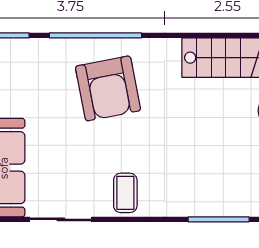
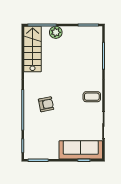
armchair: (108, 88) -> (46, 104), width x0.53, depth x0.53

